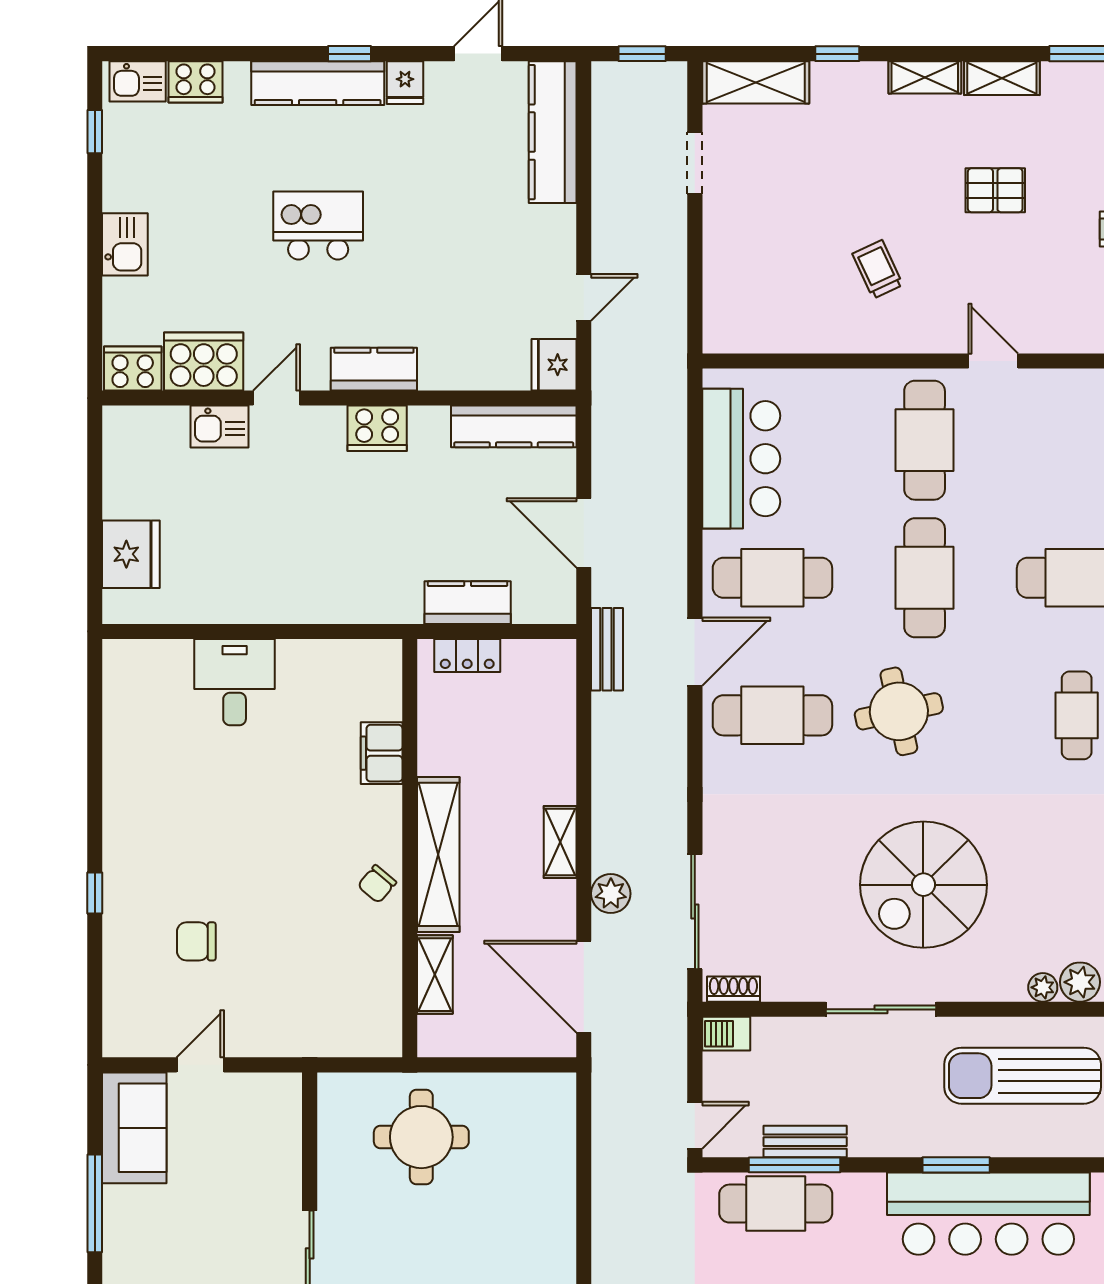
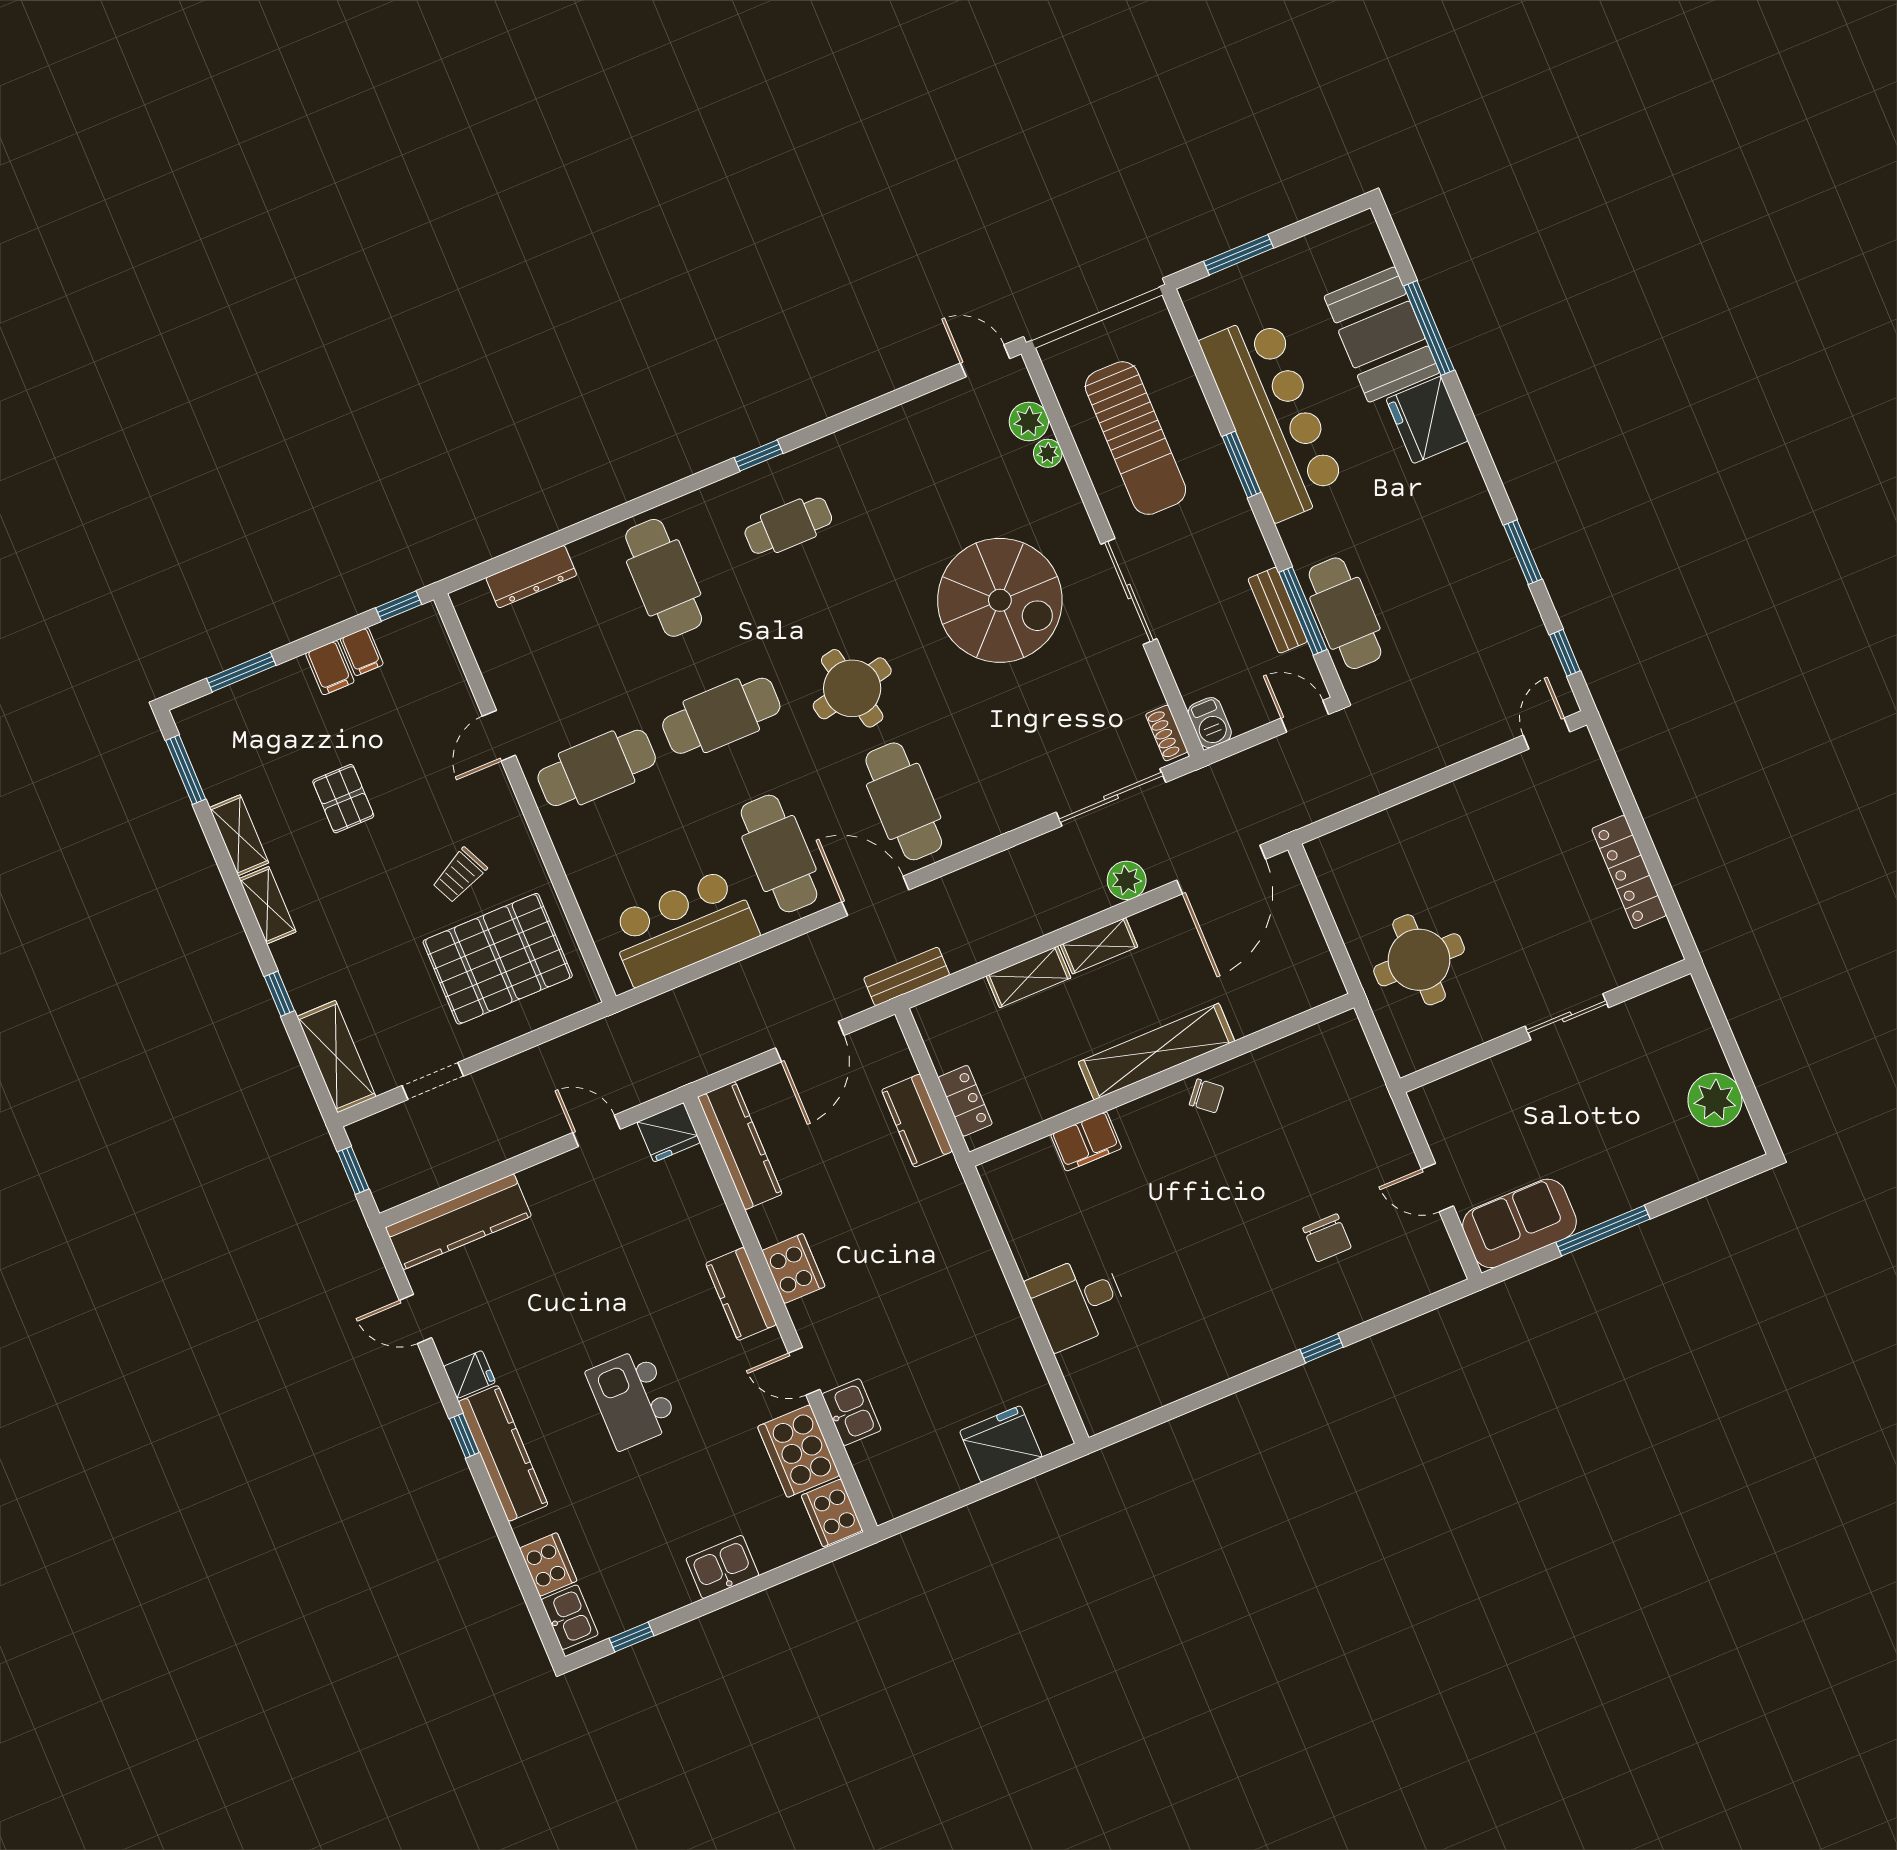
pallet: (784, 272) -> (498, 959), added
shelving: (435, 975) -> (1028, 977), moved

